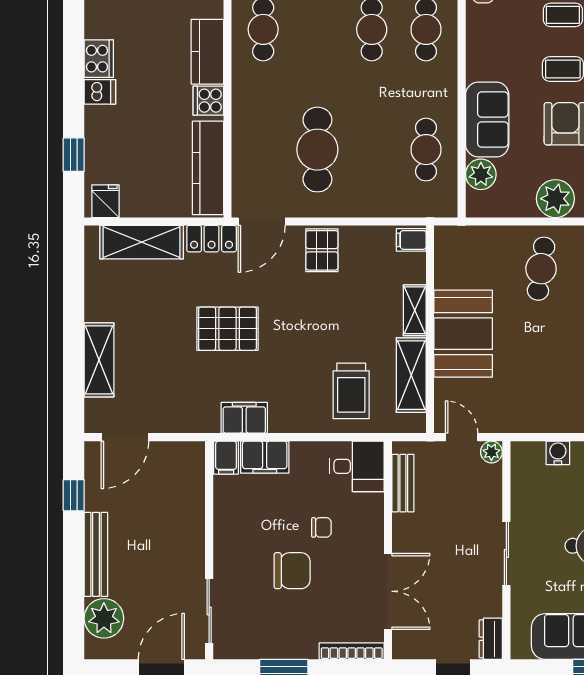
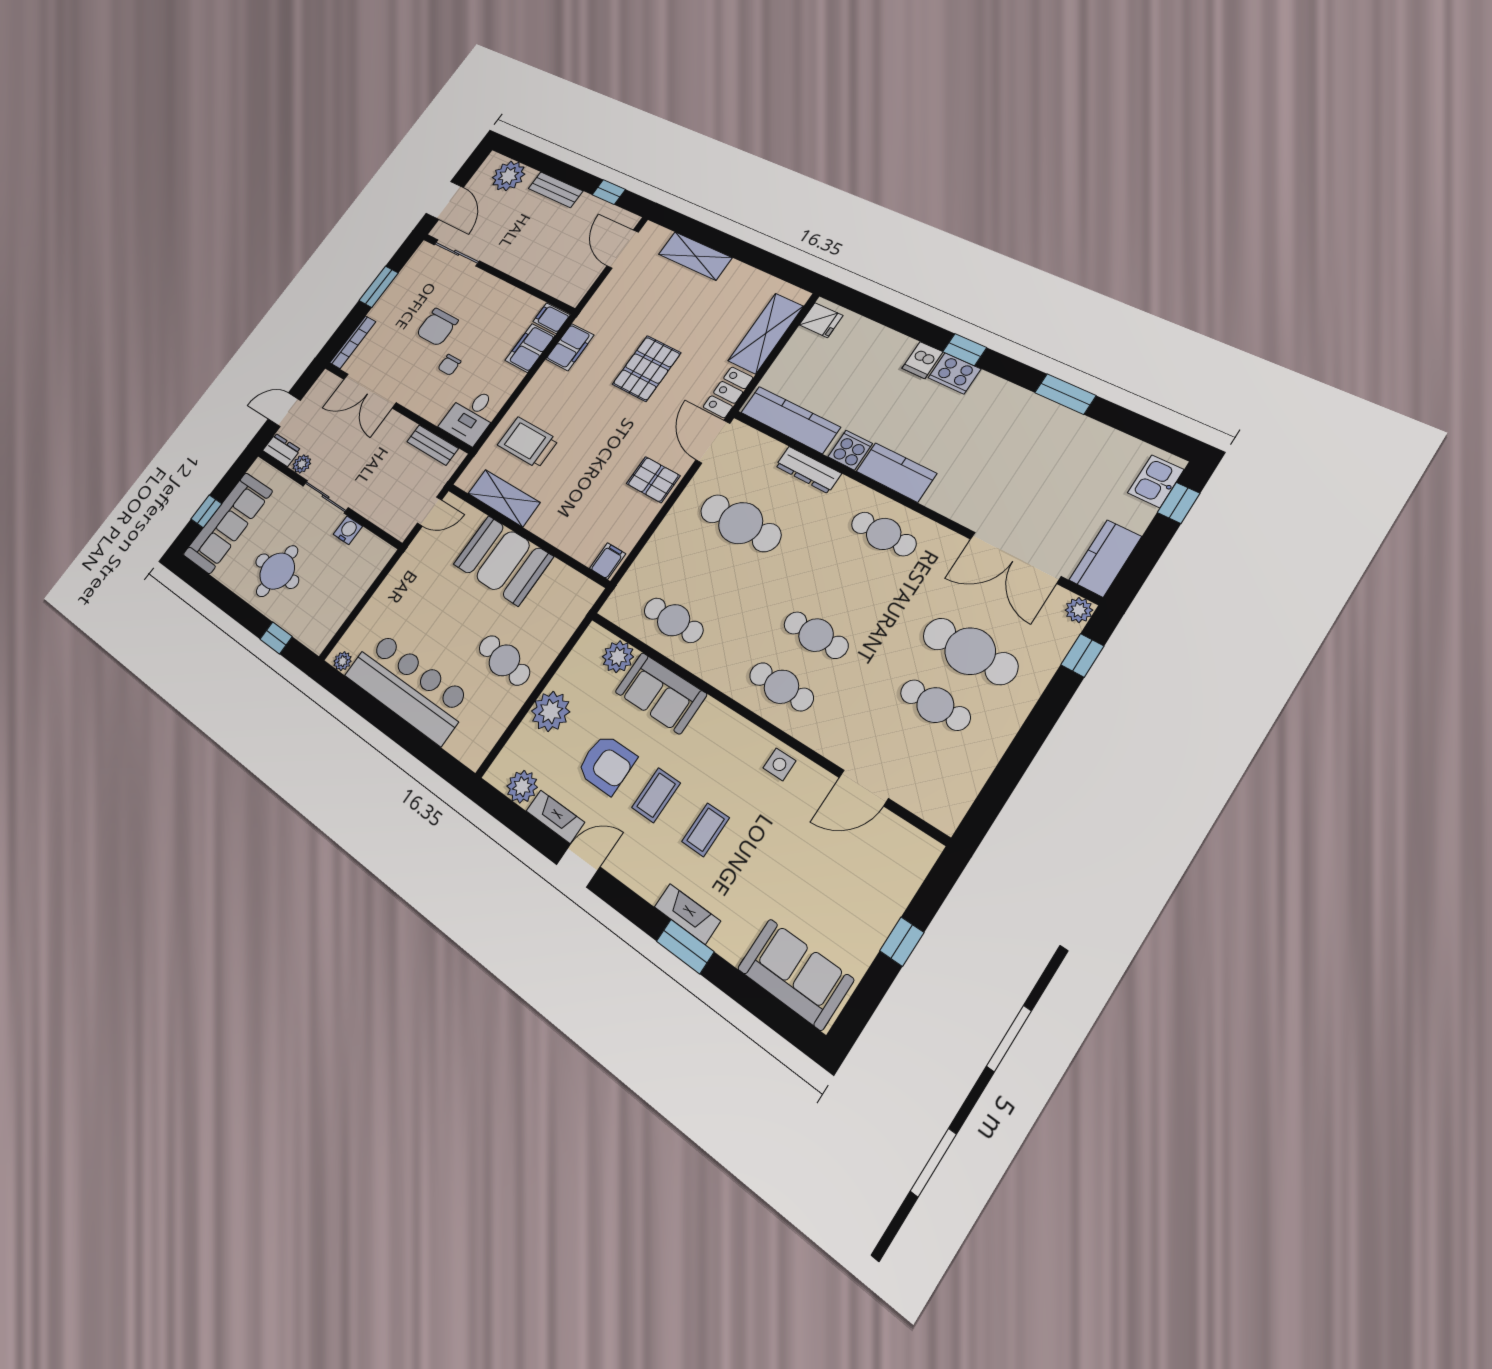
dresser: (243, 124) -> (808, 470), added
window: (74, 155) -> (965, 350), moved
shelving: (415, 310) -> (550, 530), removed
plant: (491, 452) -> (302, 464), moved
water cooler: (558, 453) -> (348, 530), moved, turned -90
bench: (96, 554) -> (556, 190), width x0.73

